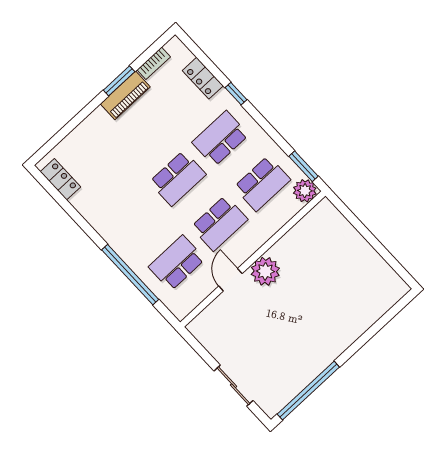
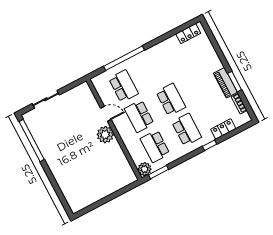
school desk: (178, 178) -> (171, 100), turned 180

